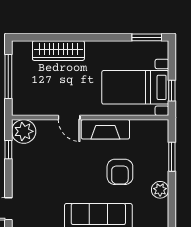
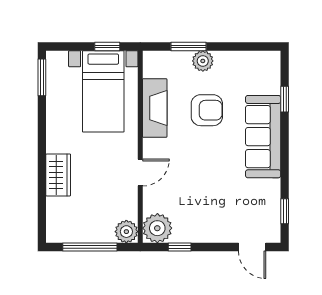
wardrobe: (58, 51) -> (58, 175), width x0.67
plant: (21, 106) -> (126, 232), added
fireplace: (105, 129) -> (155, 108), moved
plant: (160, 190) -> (203, 61), moved

